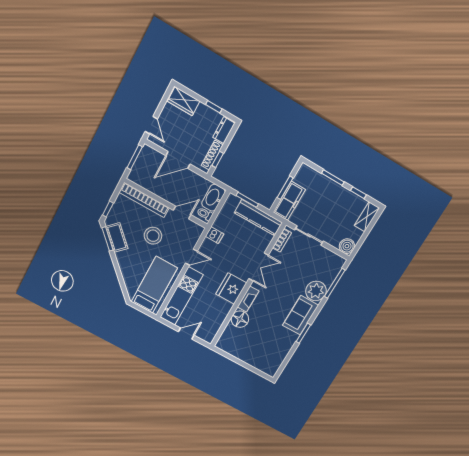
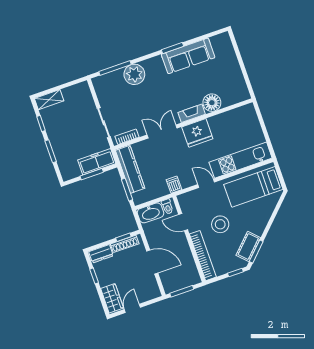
door: (151, 125) -> (132, 308), moved
boiler: (347, 246) -> (82, 90), removed
sofa: (300, 315) -> (188, 56), moved, width x1.36
door: (186, 333) -> (264, 127), removed

